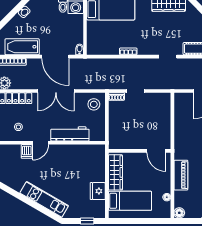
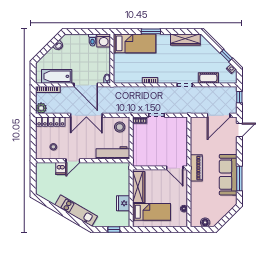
workbench: (70, 134) -> (113, 153), moved
piano: (181, 175) -> (196, 168), moved
floor lamp: (179, 213) -> (205, 222), moved

